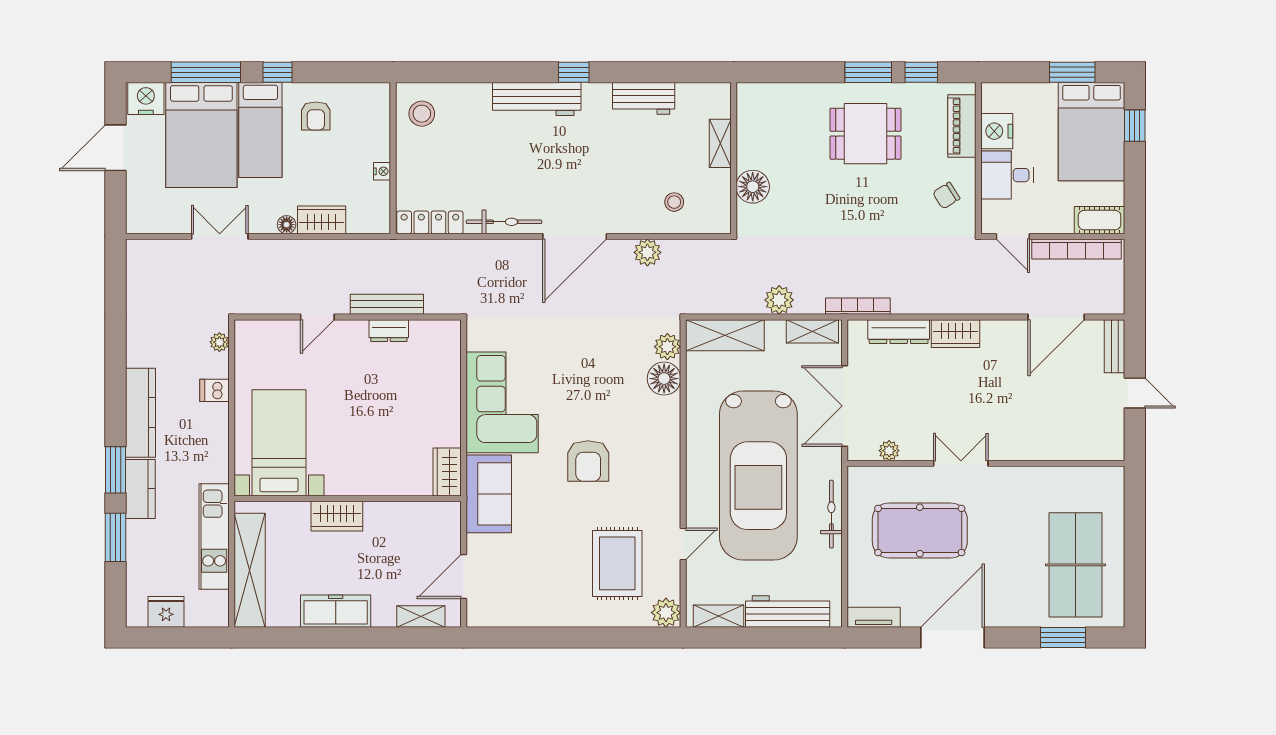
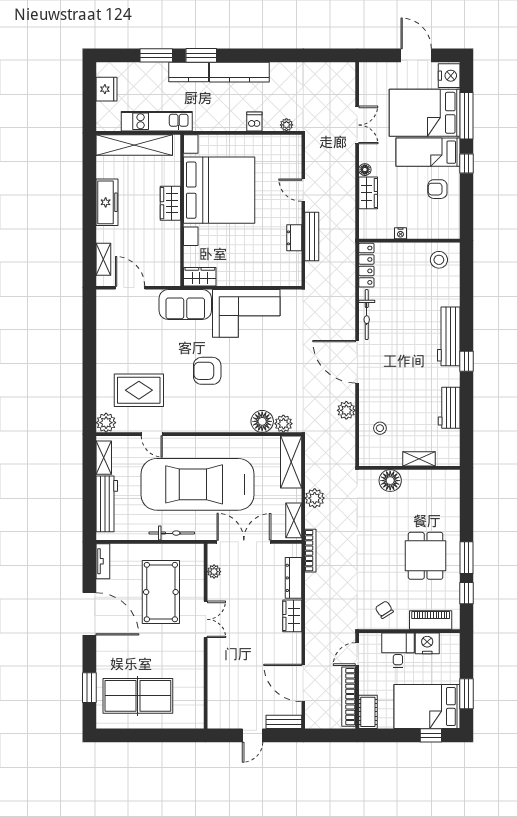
bed with nightstands: (279, 443) -> (219, 190), width x1.85

